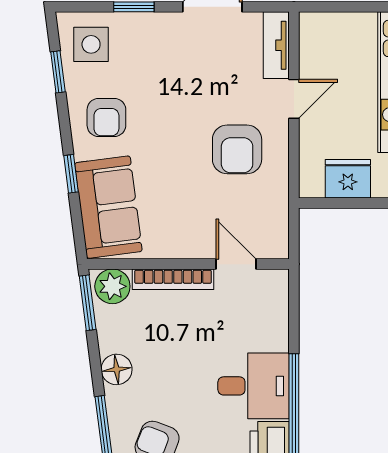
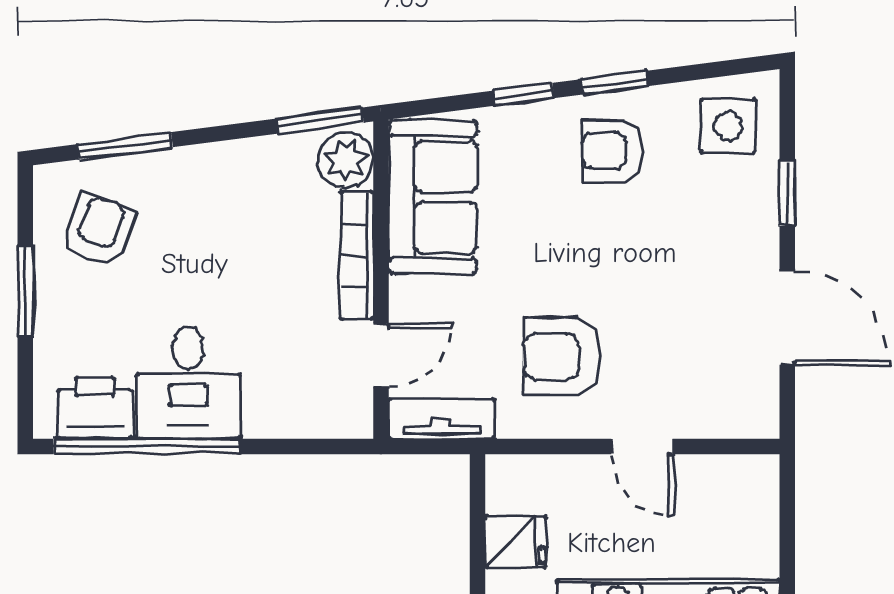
tv unit: (276, 45) -> (442, 419), moved
window: (58, 72) -> (615, 83), moved
fridge: (348, 179) -> (516, 542), width x0.72
sofa: (108, 207) -> (433, 197), moved, turned -83
floor lamp: (117, 369) -> (214, 166), removed

